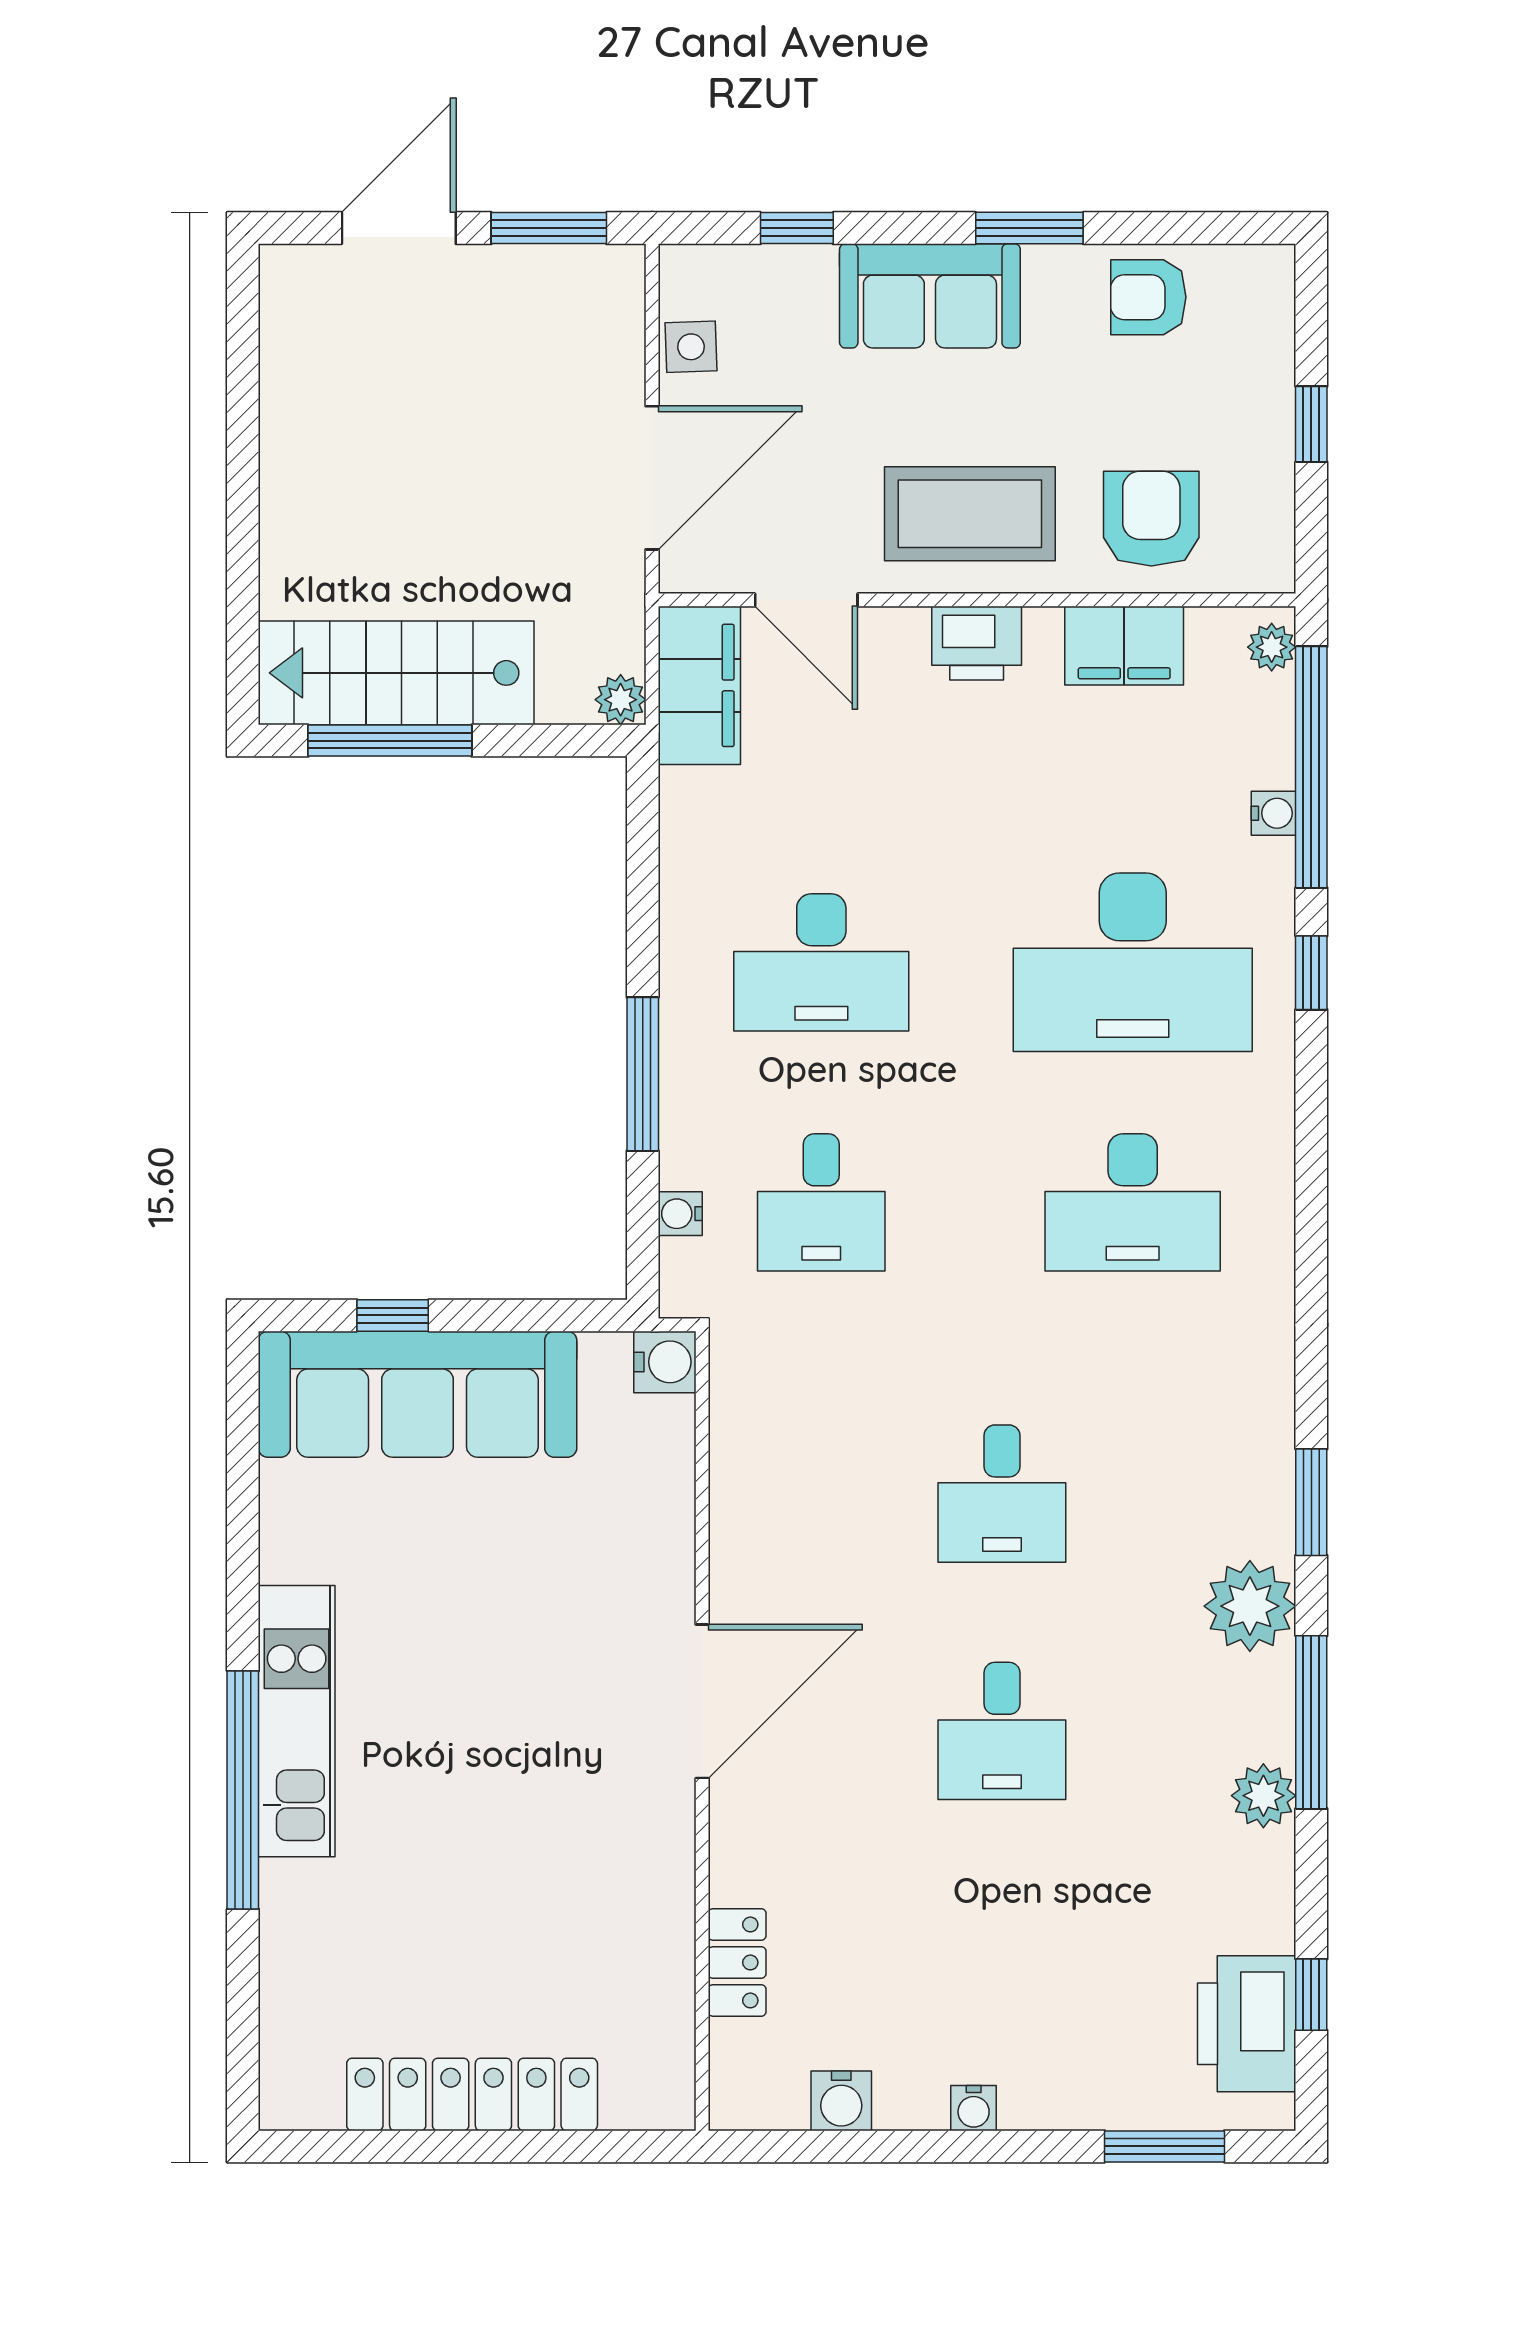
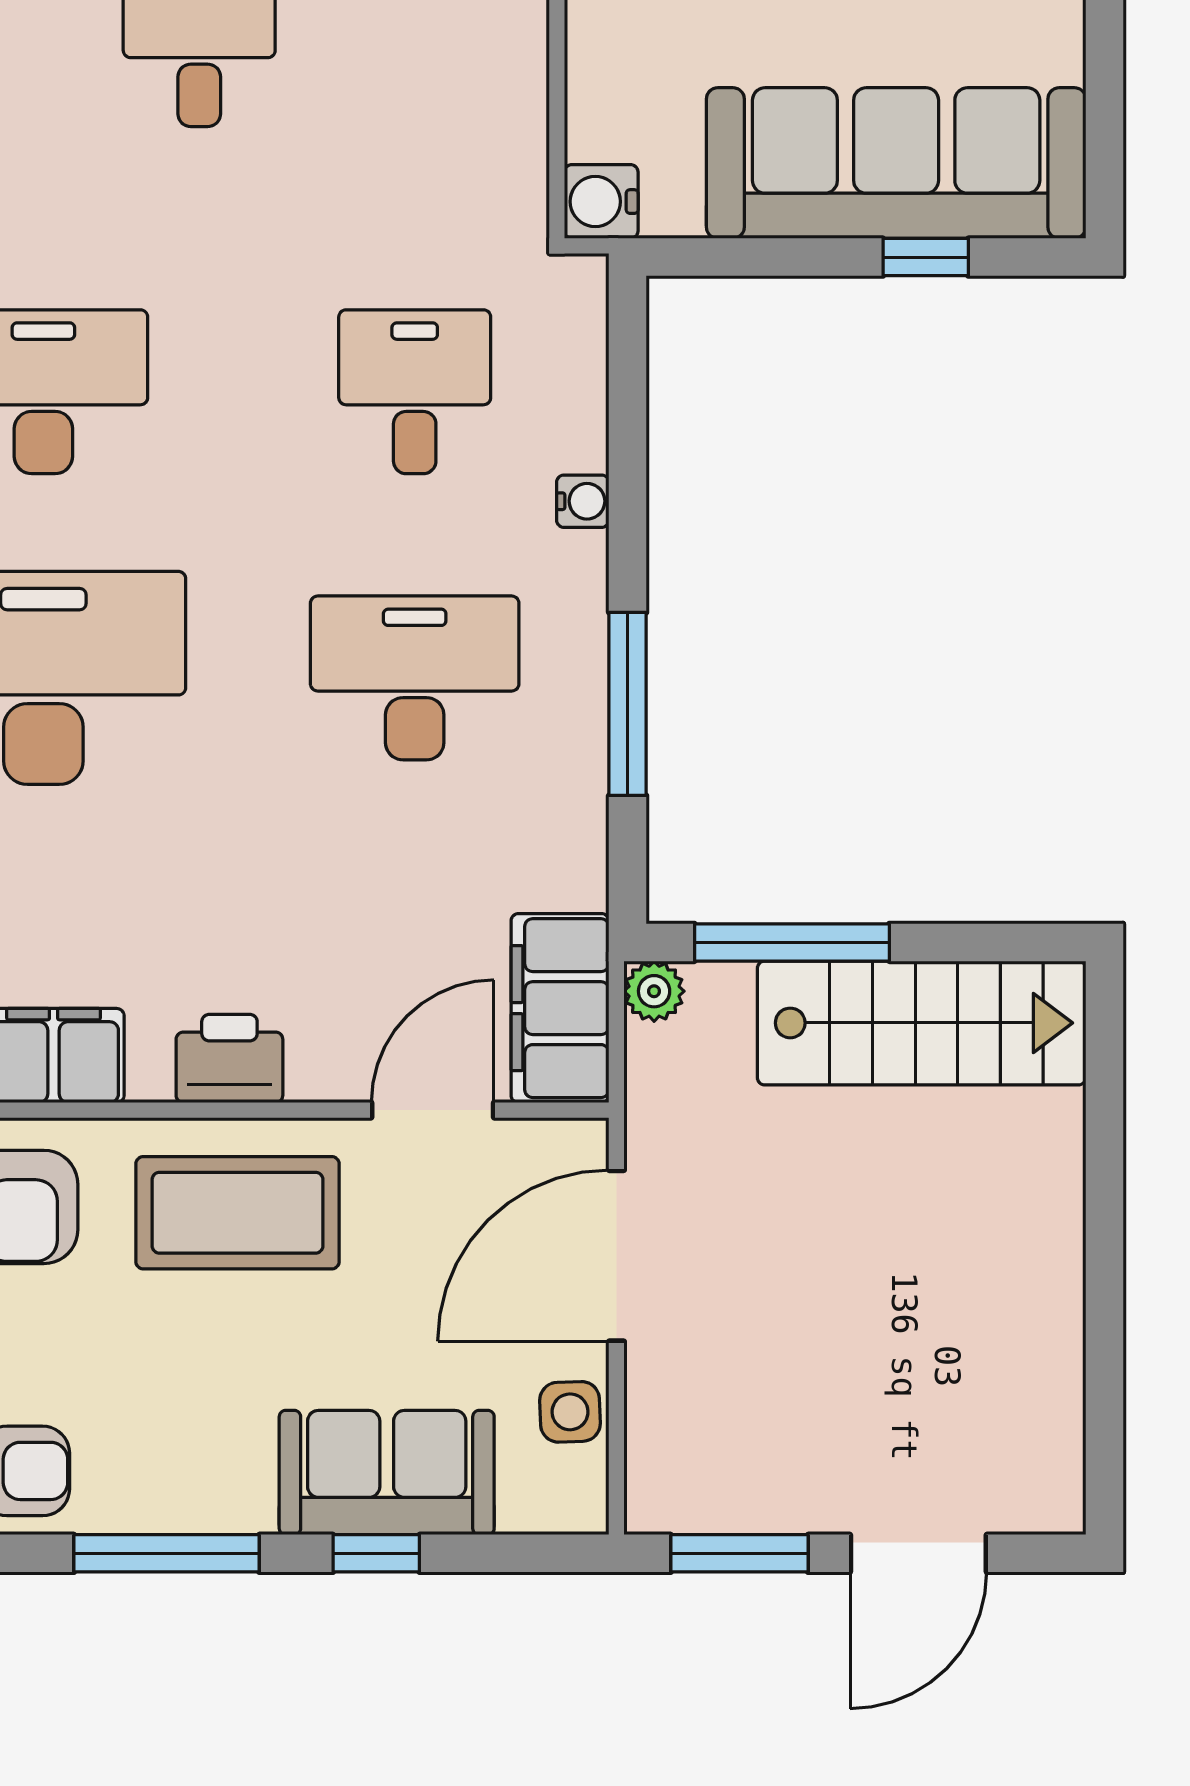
window: (797, 228) -> (376, 1553), moved
window: (1029, 228) -> (167, 1553), width x1.44
sofa: (930, 296) -> (387, 1473), moved
door: (806, 600) -> (433, 1110), hinge flipped
window: (390, 741) -> (792, 942), moved
window: (643, 1074) -> (628, 704), moved
water cooler: (680, 1214) -> (583, 501), moved

